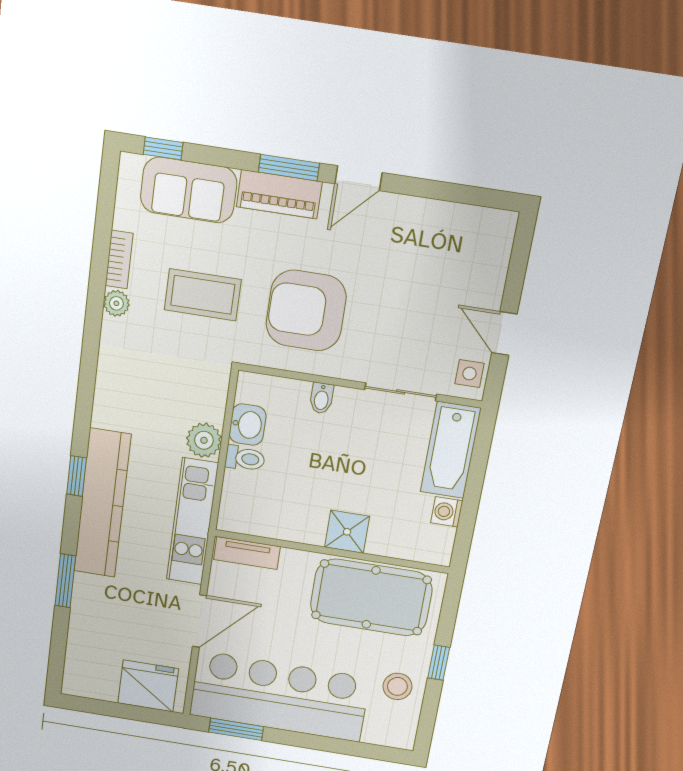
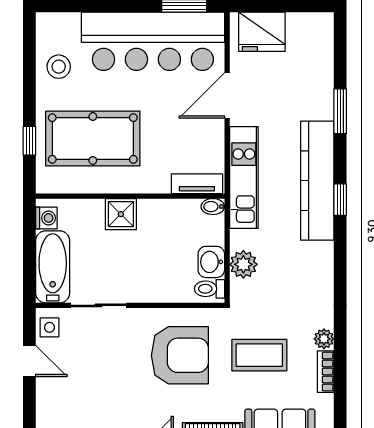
bidet: (322, 398) -> (213, 207), moved, turned -90
plant: (204, 440) -> (243, 264), moved
toilet: (245, 458) -> (209, 289), moved
shower: (347, 532) -> (121, 214), moved
wall: (332, 552) -> (130, 196), moved
tv unit: (247, 553) -> (197, 184), moved
window: (439, 663) -> (29, 141), moved

